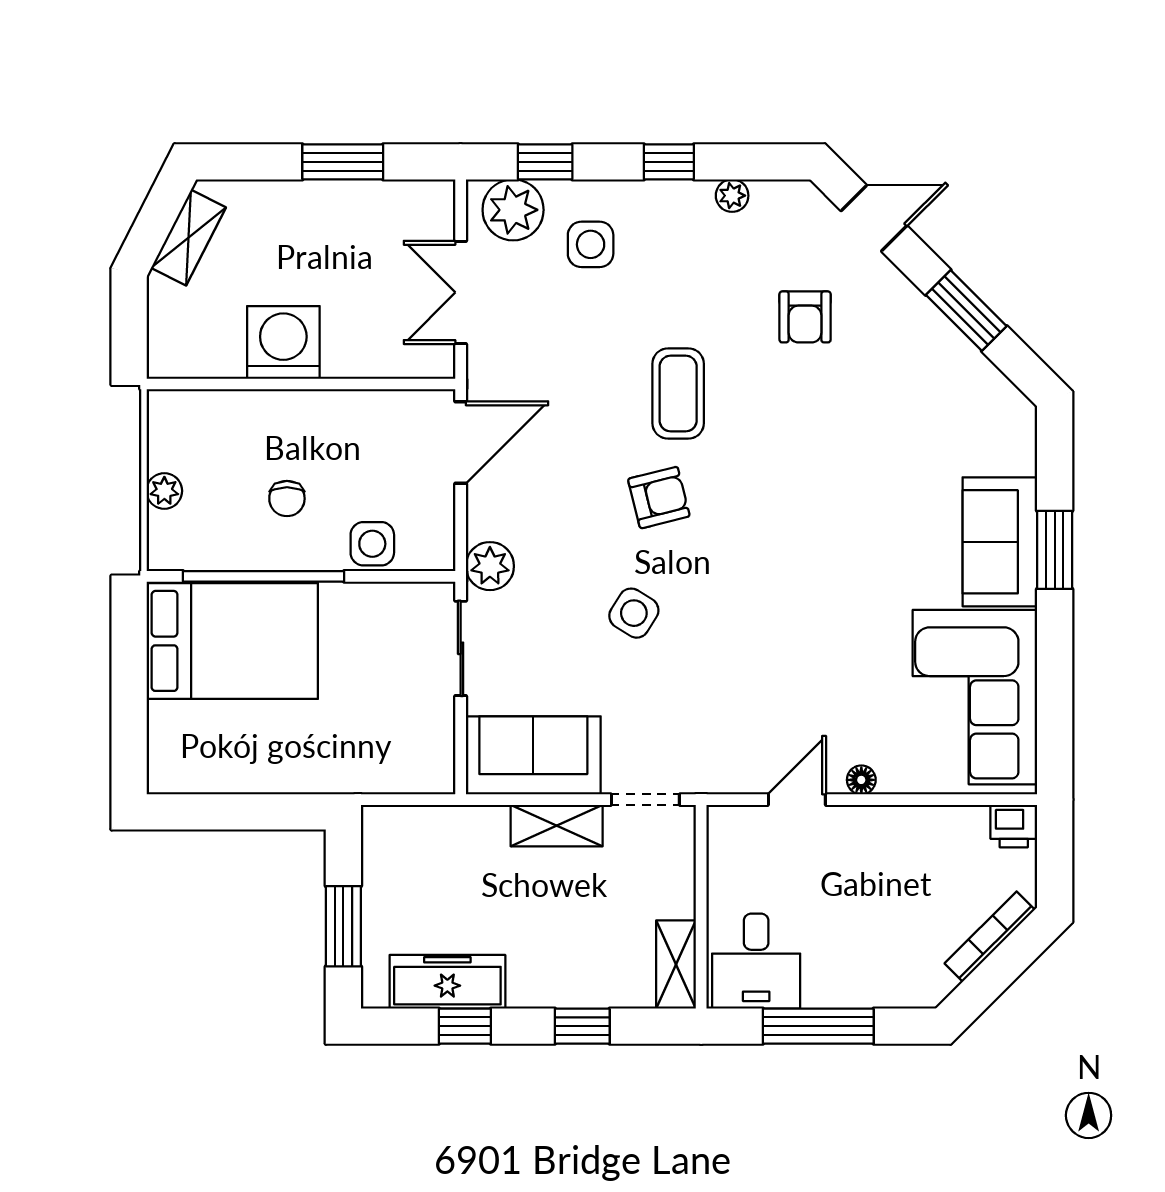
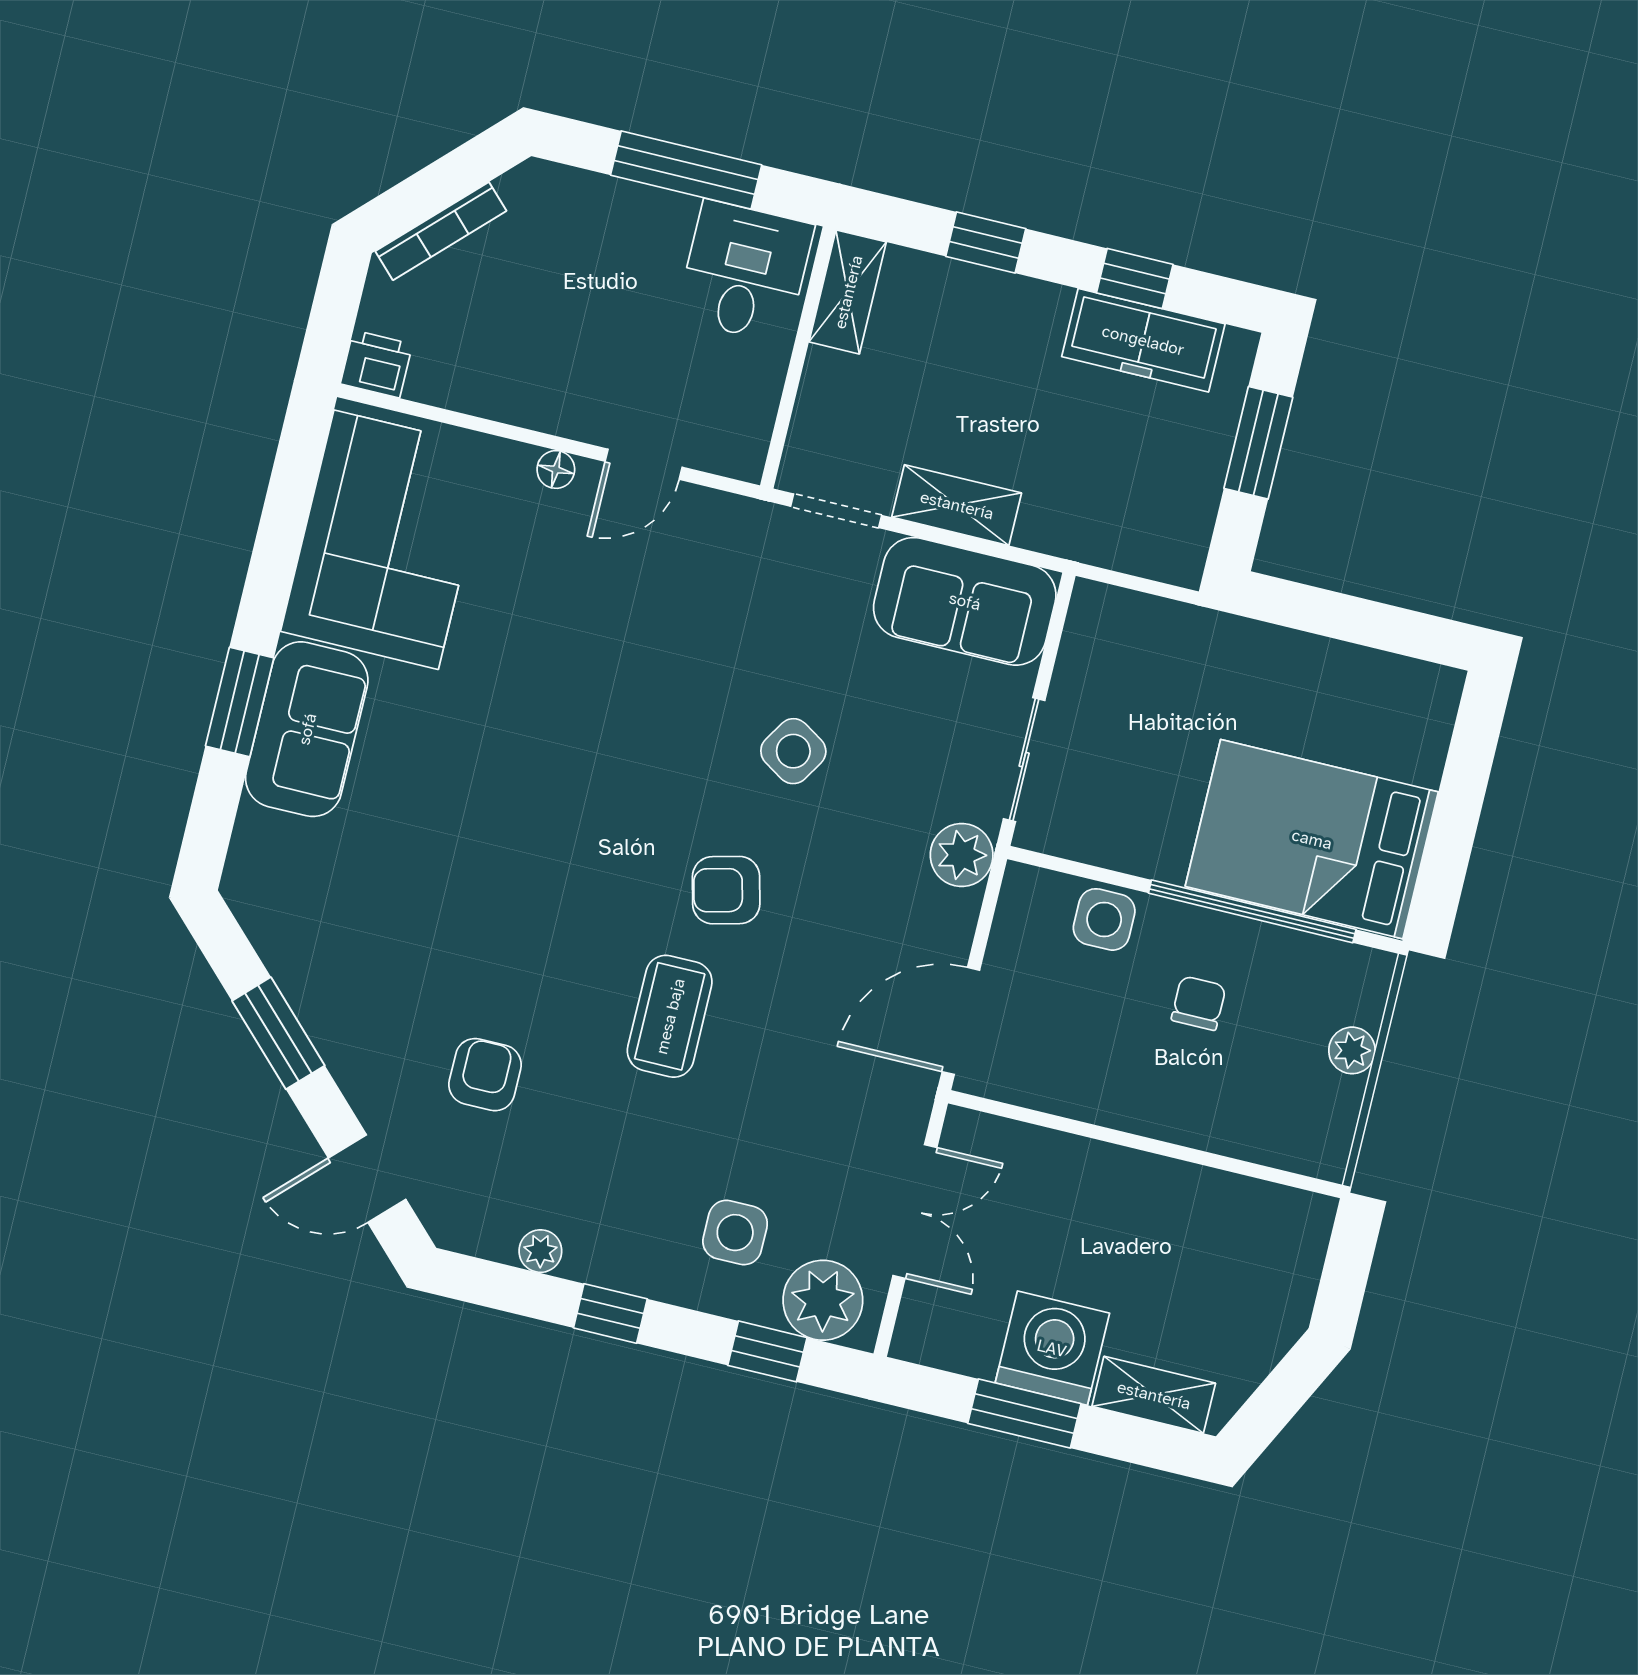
shelving: (189, 238) -> (1154, 1395), moved, turned 63
washing machine: (283, 342) -> (1052, 1348), moved, turned 180

